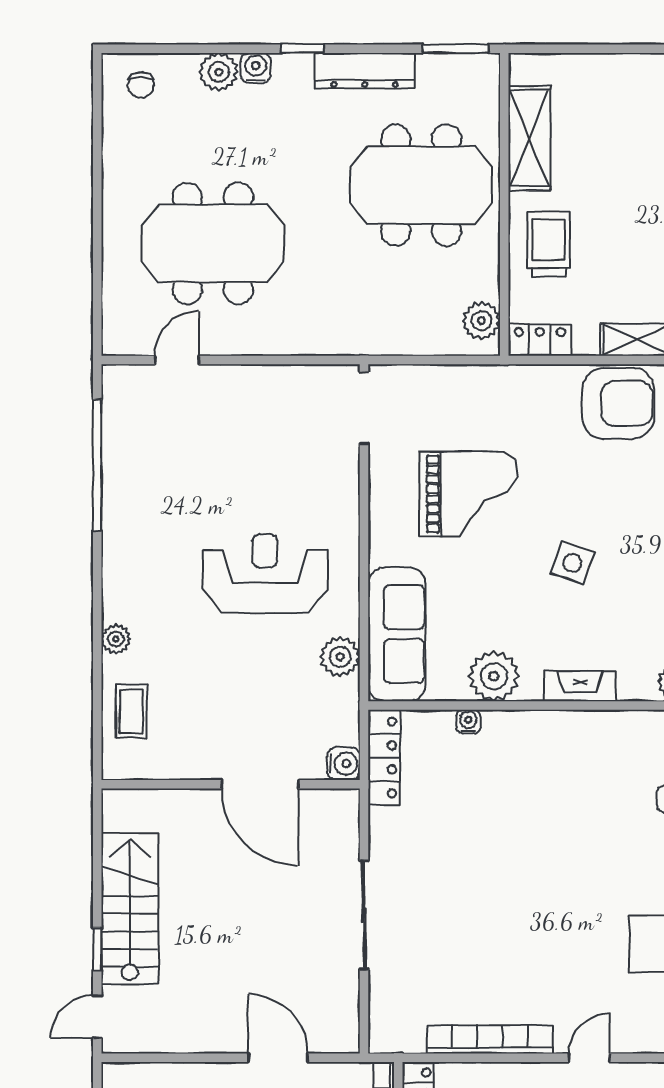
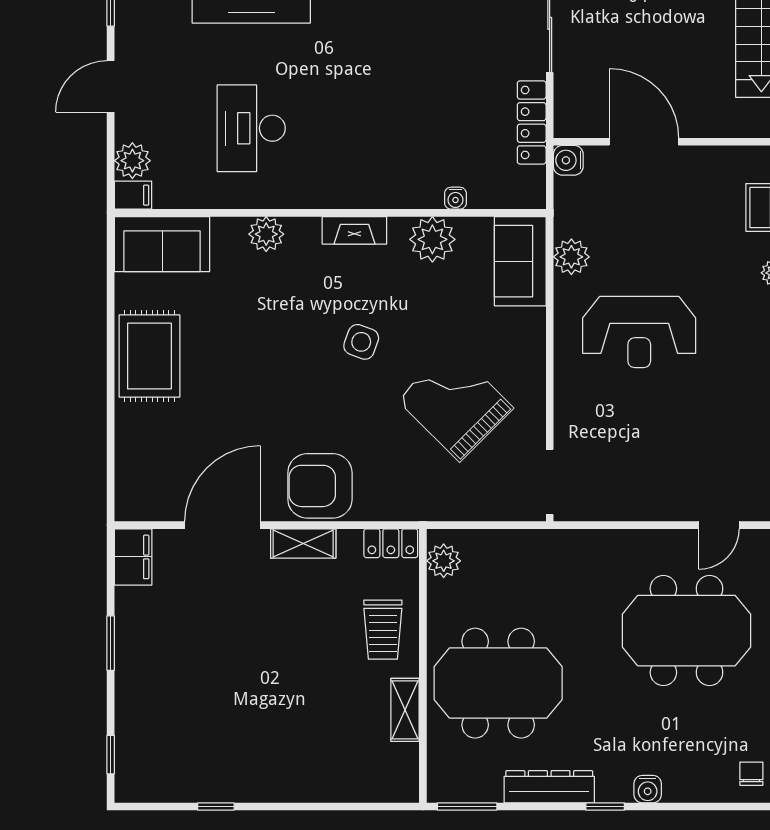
plant: (219, 72) -> (681, 785), removed
shelving: (529, 138) -> (405, 710), width x0.67, depth x0.75
grand piano: (468, 494) -> (455, 404), turned 45
sofa: (397, 634) -> (520, 261), width x0.73
locker: (384, 757) -> (532, 122), moved

